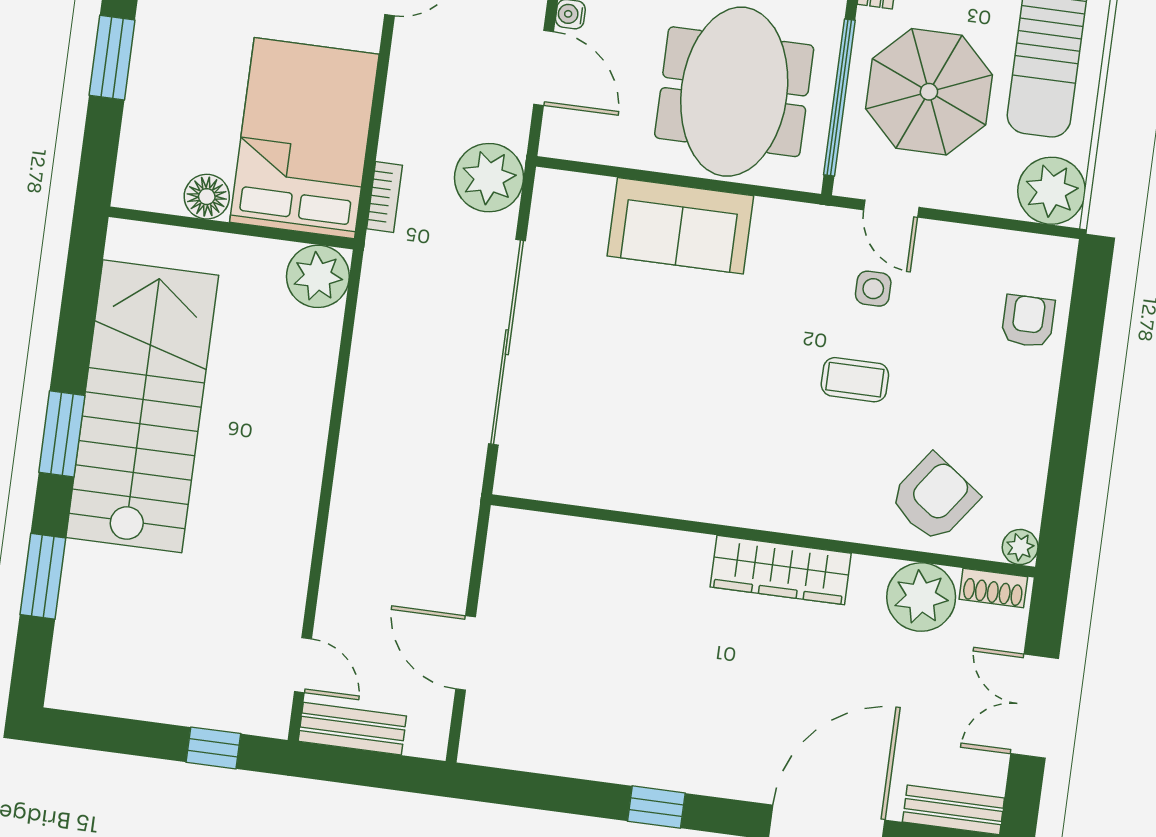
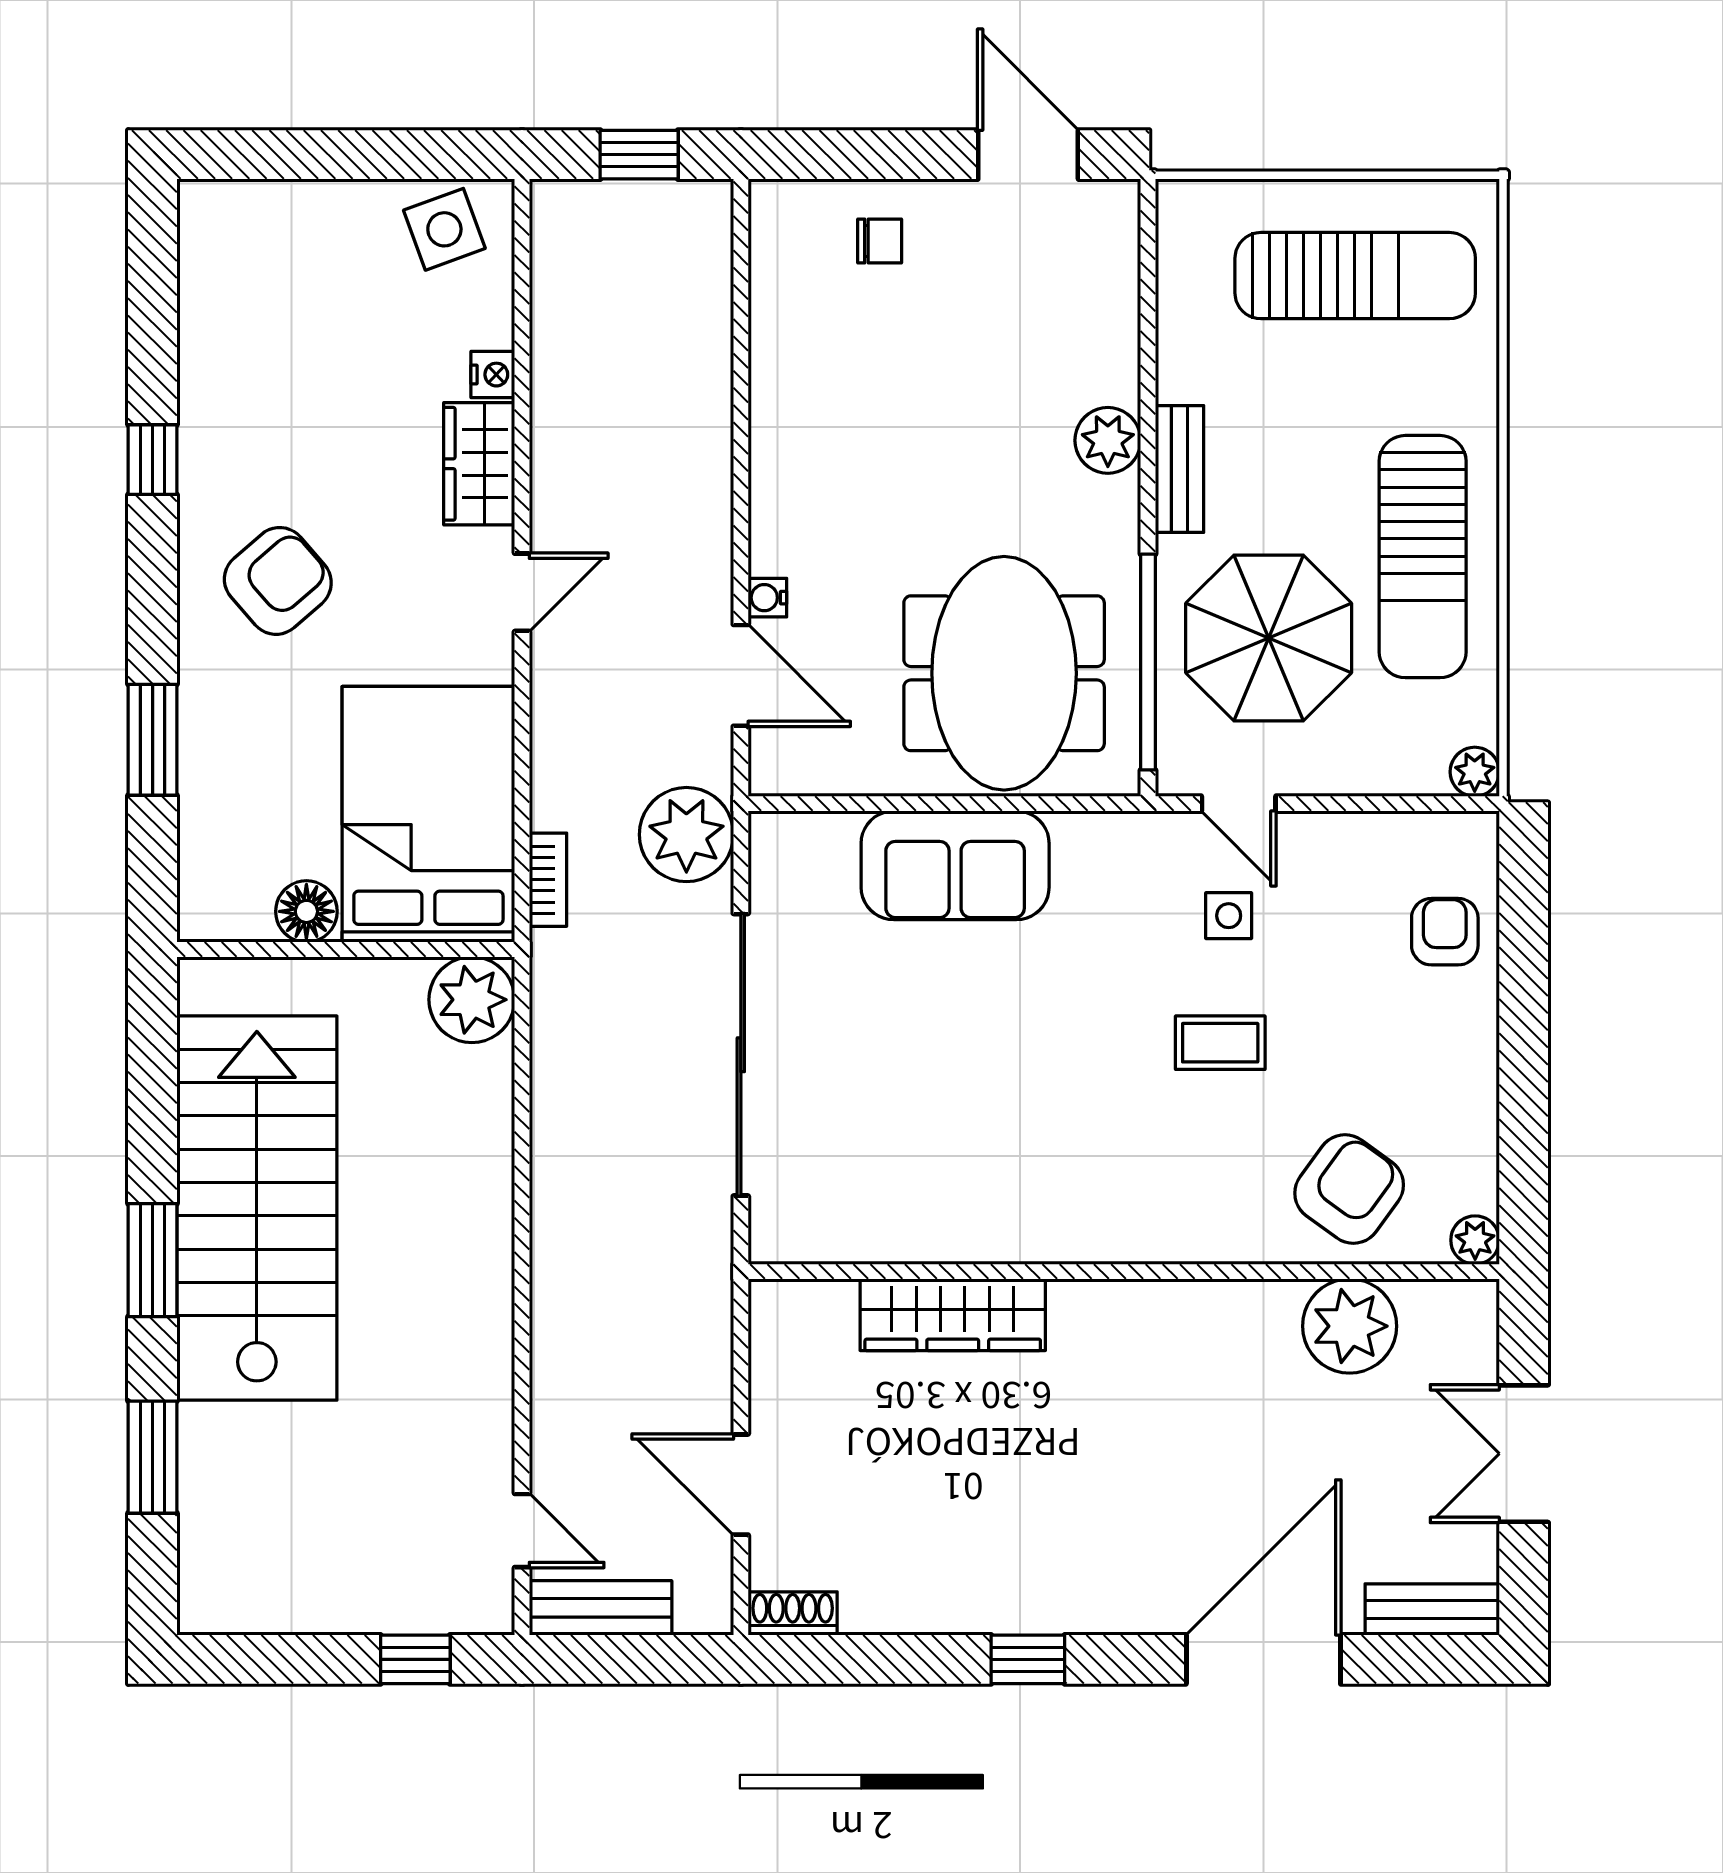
plant: (1052, 191) -> (1475, 772), width x0.53, depth x0.53
wardrobe: (781, 570) -> (953, 1315), moved
shoe rack: (993, 588) -> (793, 1613), moved, turned 180

